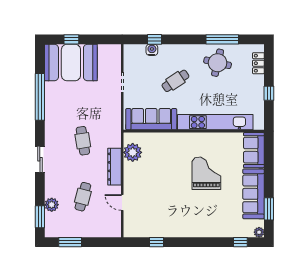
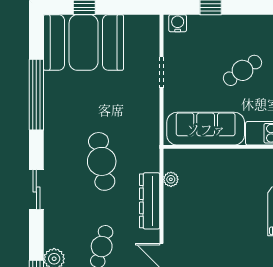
water cooler: (152, 50) -> (178, 23), moved
cafe table: (83, 141) -> (102, 161), width x1.37, depth x1.35
plant: (133, 152) -> (171, 179), width x0.53, depth x0.53

